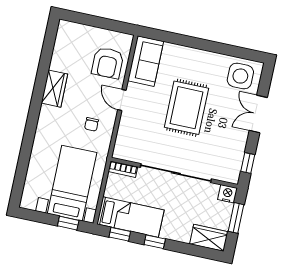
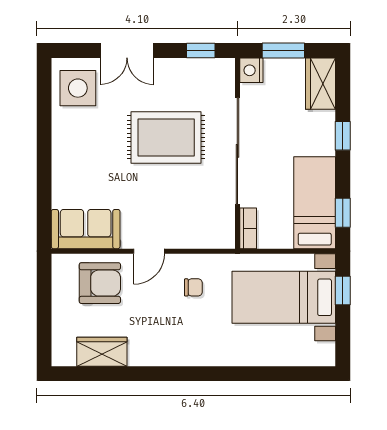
wardrobe: (54, 89) -> (102, 352), moved
rug: (186, 108) -> (166, 137), moved
window: (155, 242) -> (343, 136), moved

